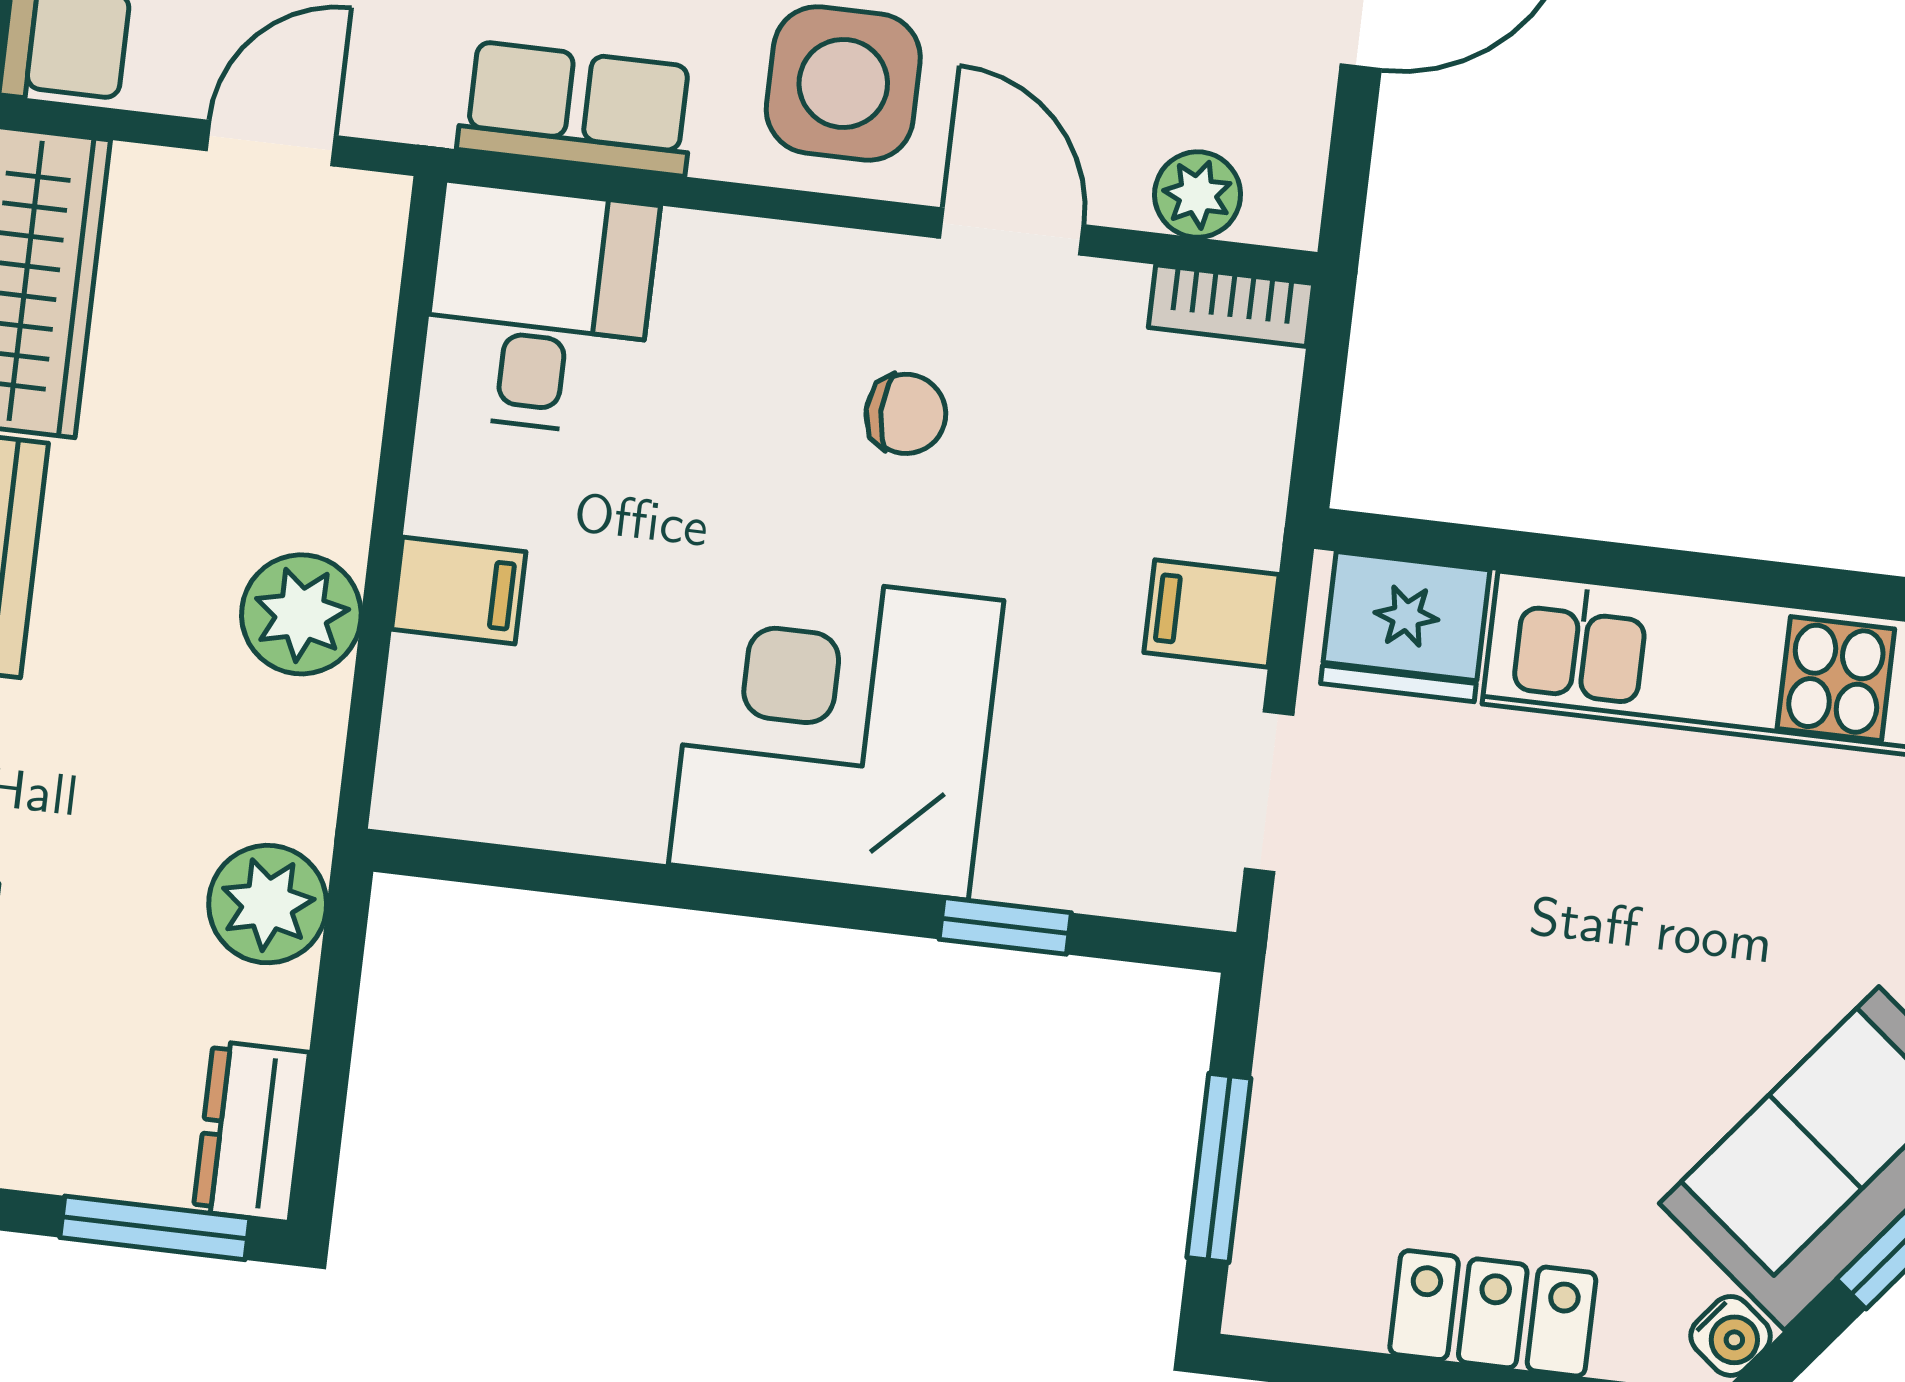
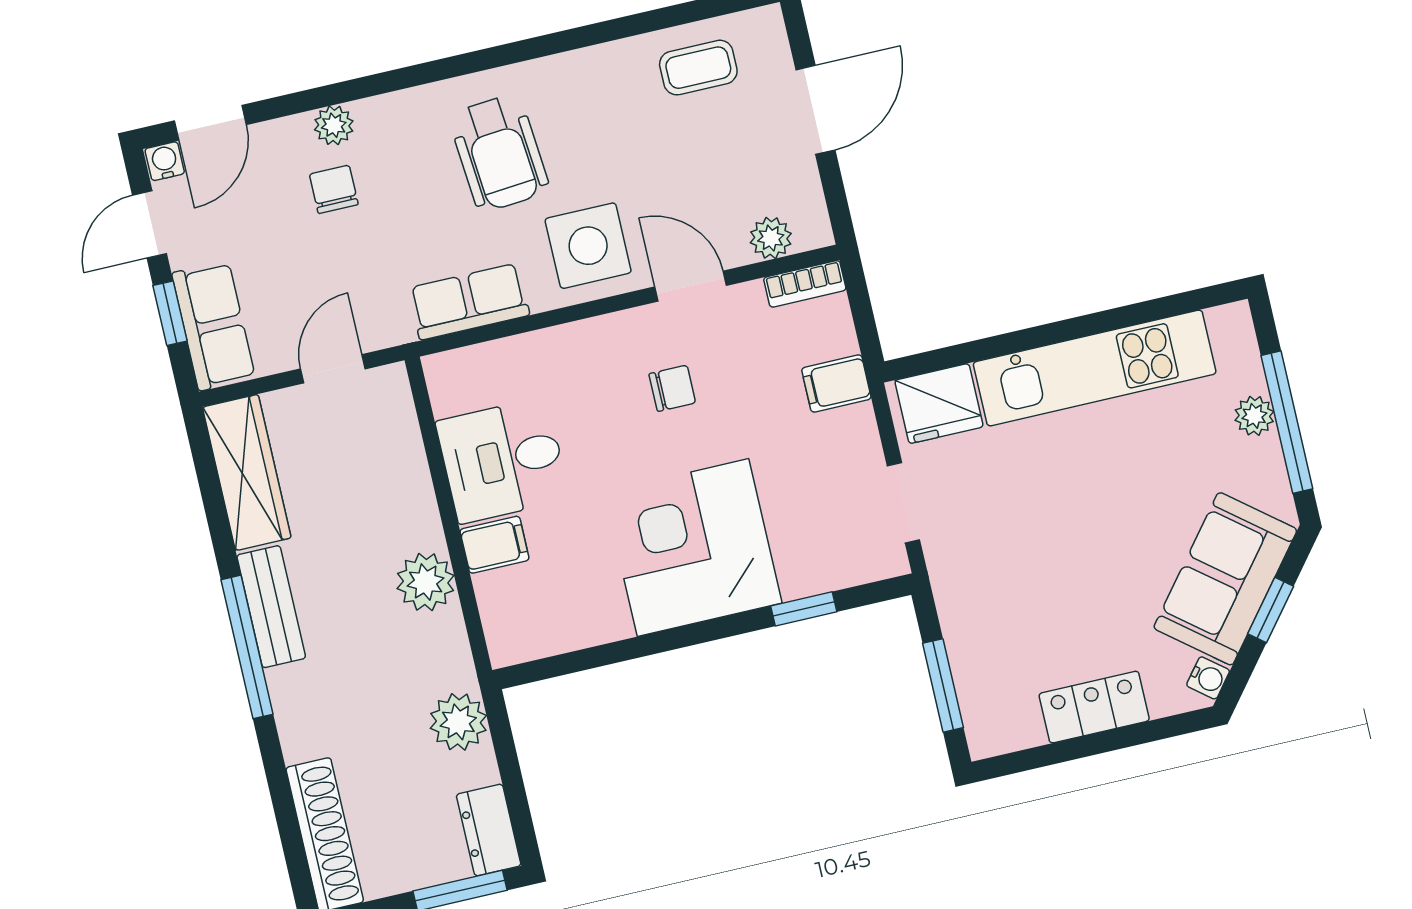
desk: (539, 309) -> (503, 460), moved, turned -90
filing cabinet: (1211, 614) -> (836, 384), moved

